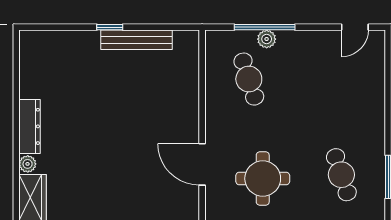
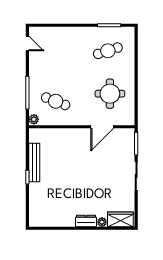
plant: (267, 39) -> (34, 119), moved
cafe table: (249, 79) -> (56, 101), turned 39
dresser: (30, 126) -> (86, 221), width x0.70

